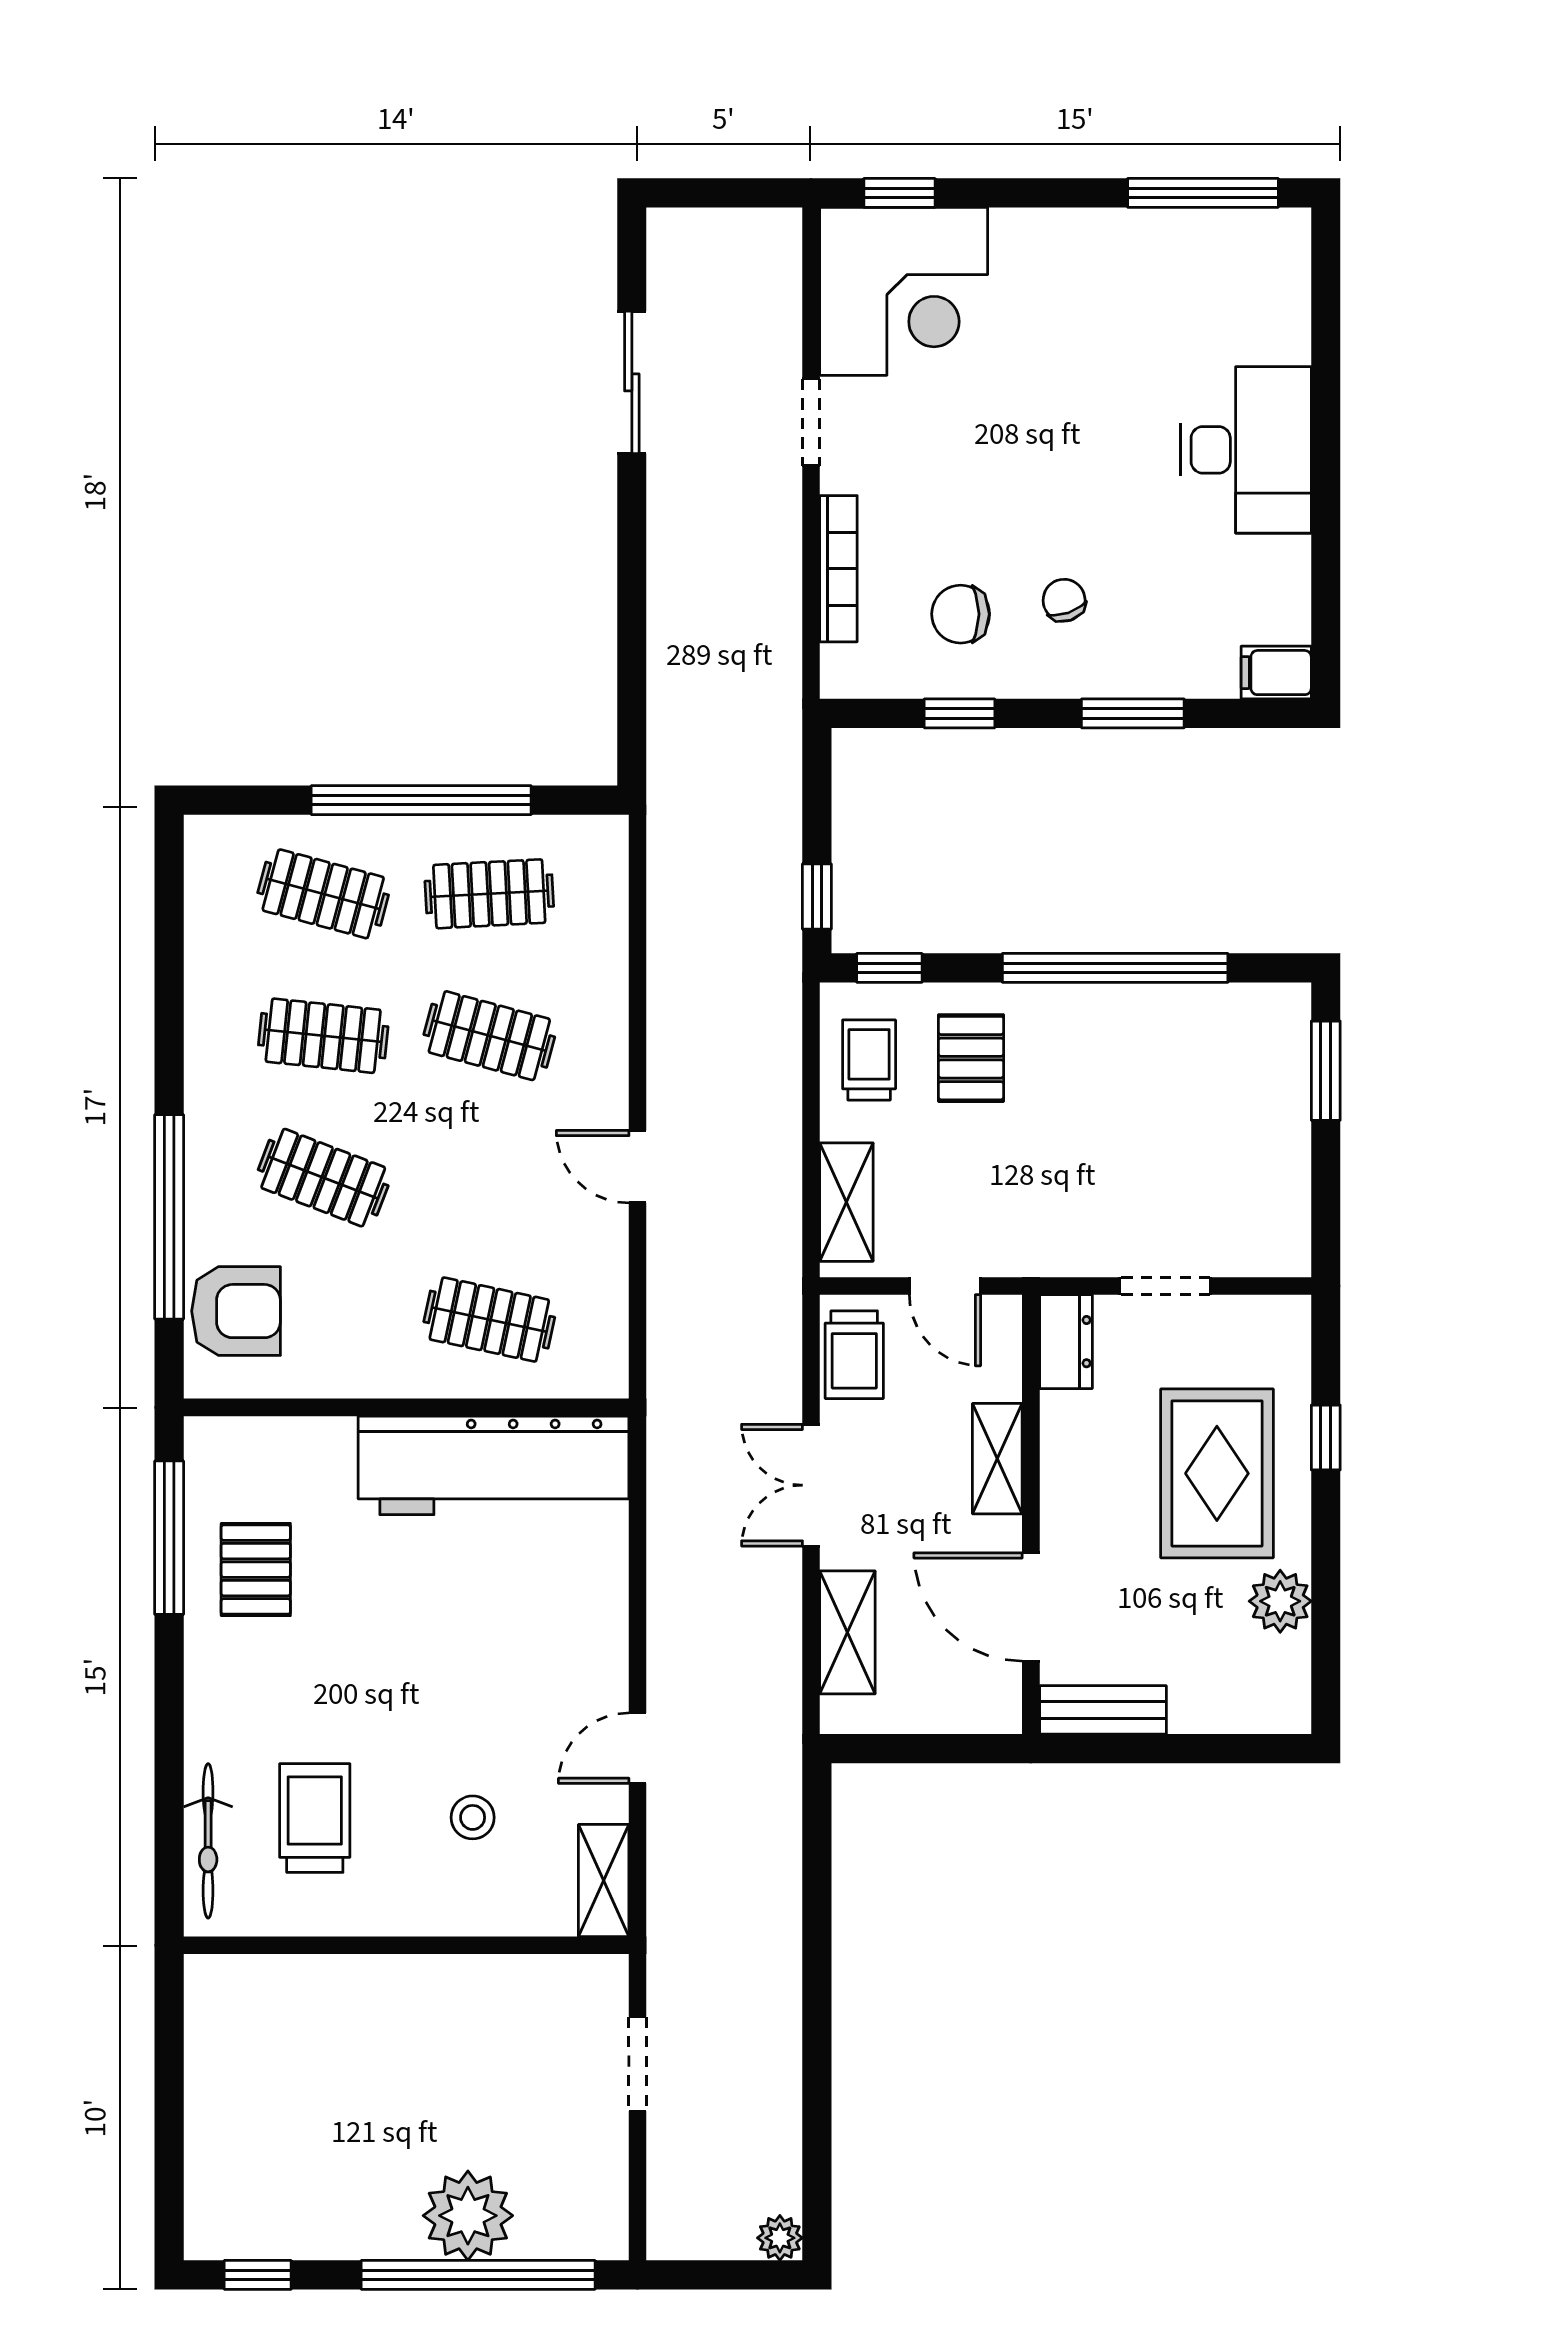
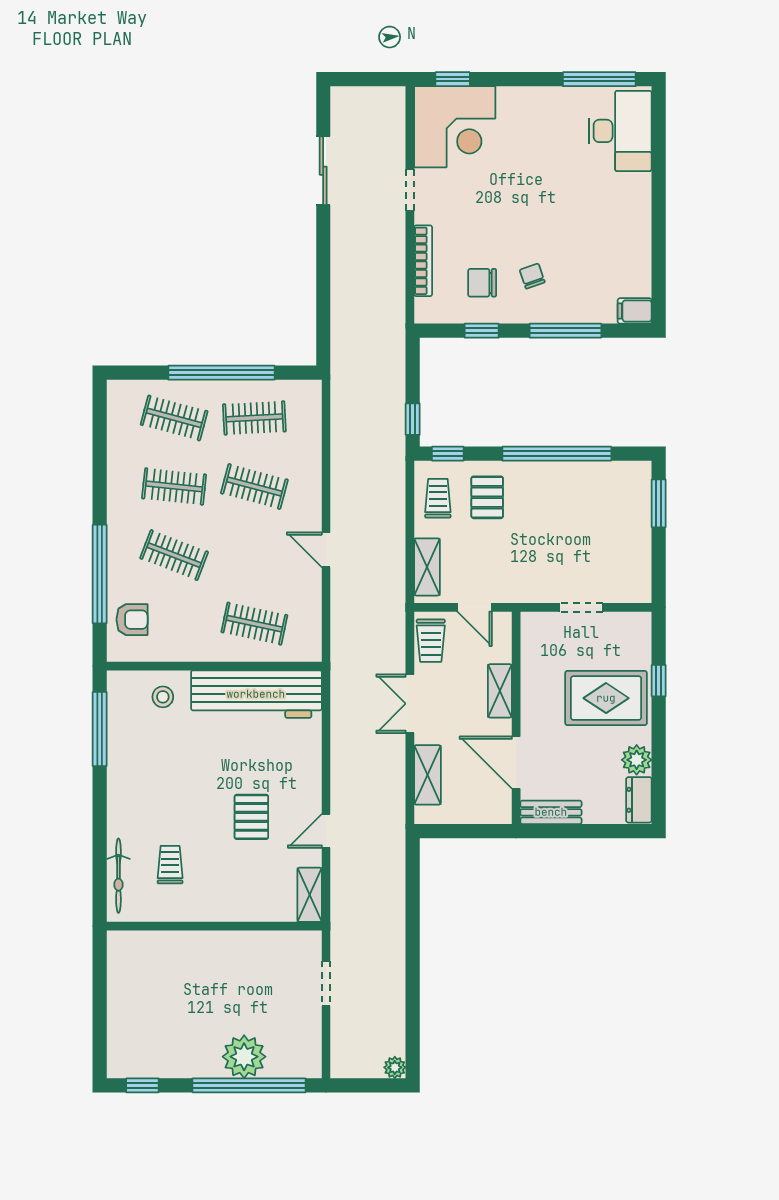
desk: (1246, 450) -> (620, 131), moved
window: (1133, 713) -> (565, 331), width x1.44
armchair: (236, 1311) -> (132, 620), width x0.72, depth x0.72
dresser: (1066, 1342) -> (639, 800), moved, turned 180
rug: (1217, 1473) -> (606, 698), turned 90
pallet: (256, 1570) -> (251, 817), moved
stool: (473, 1817) -> (163, 697), moved
trolley: (315, 1818) -> (170, 865), width x0.73, depth x0.72

